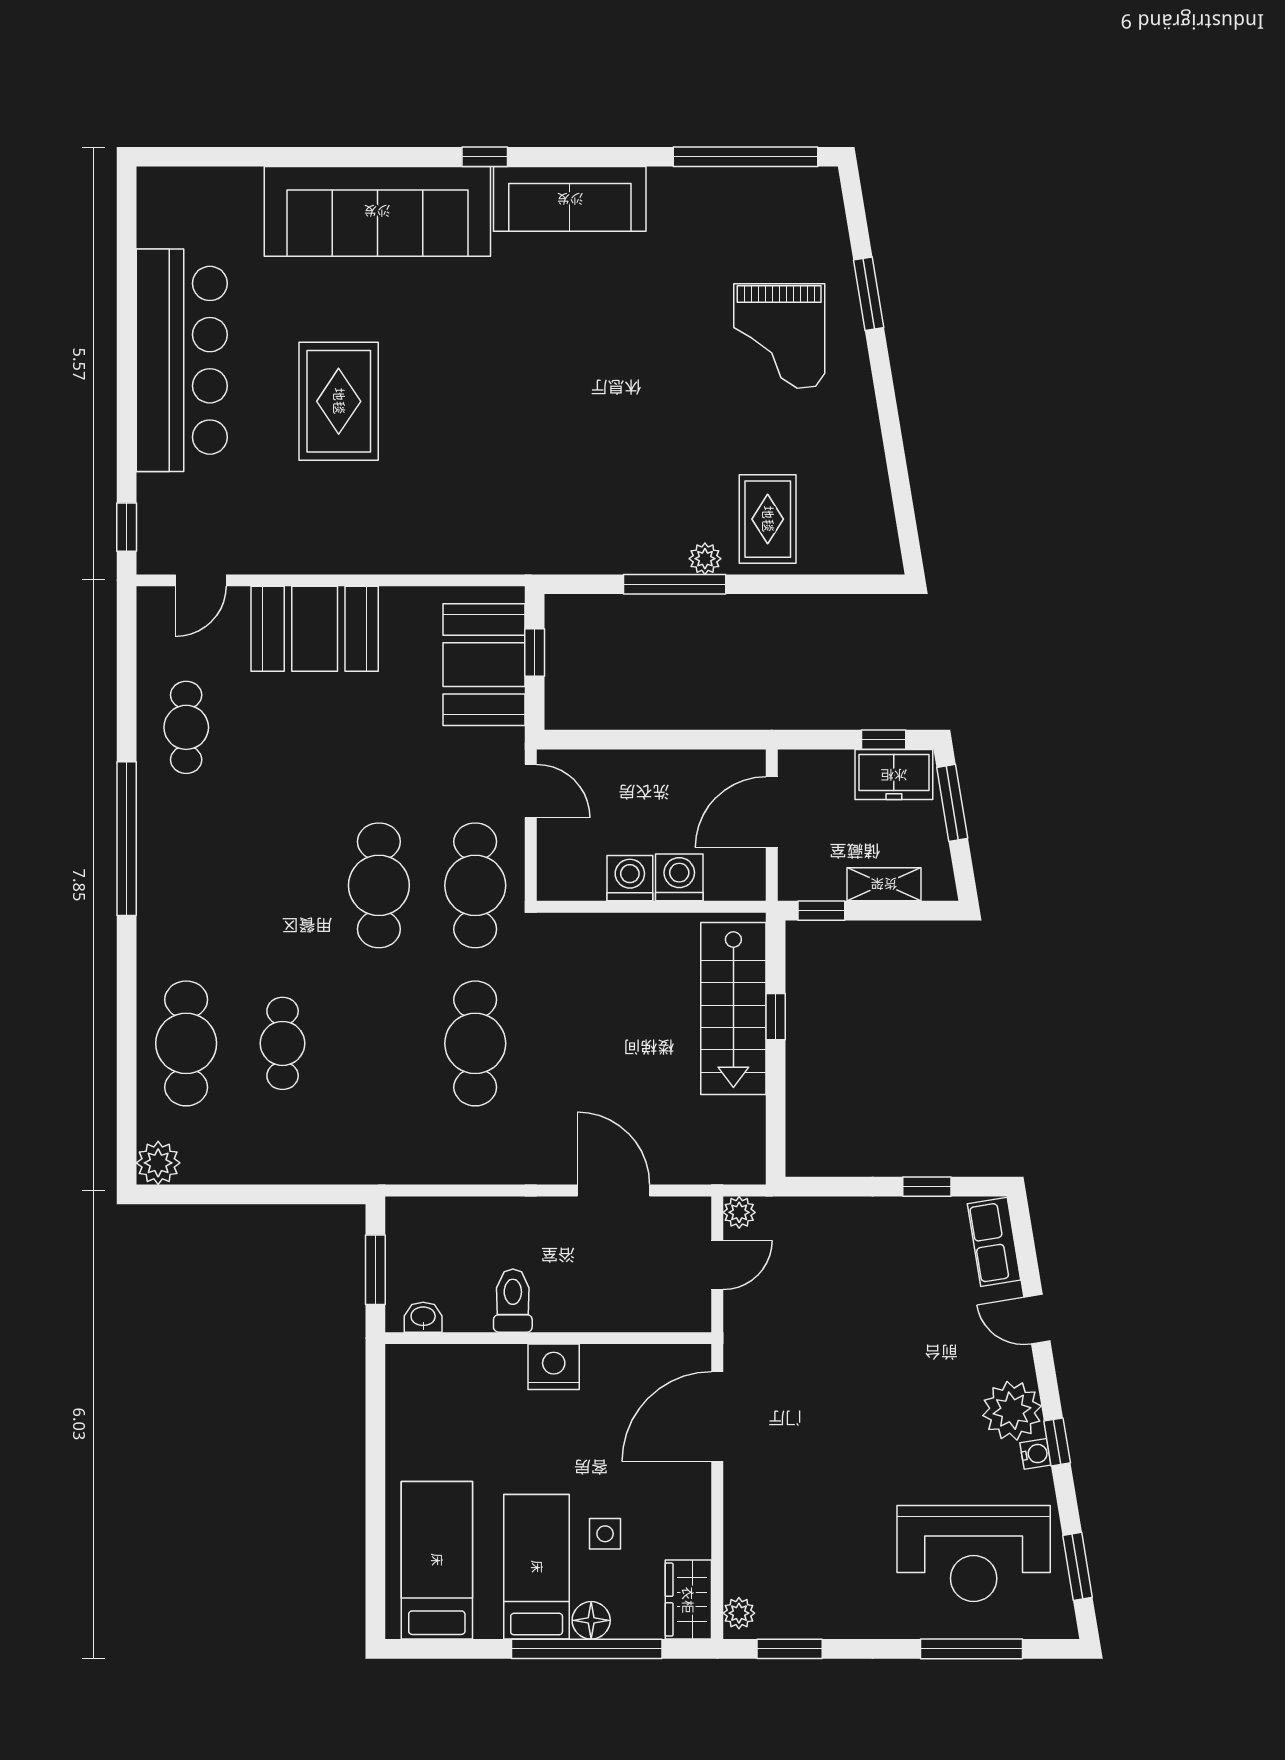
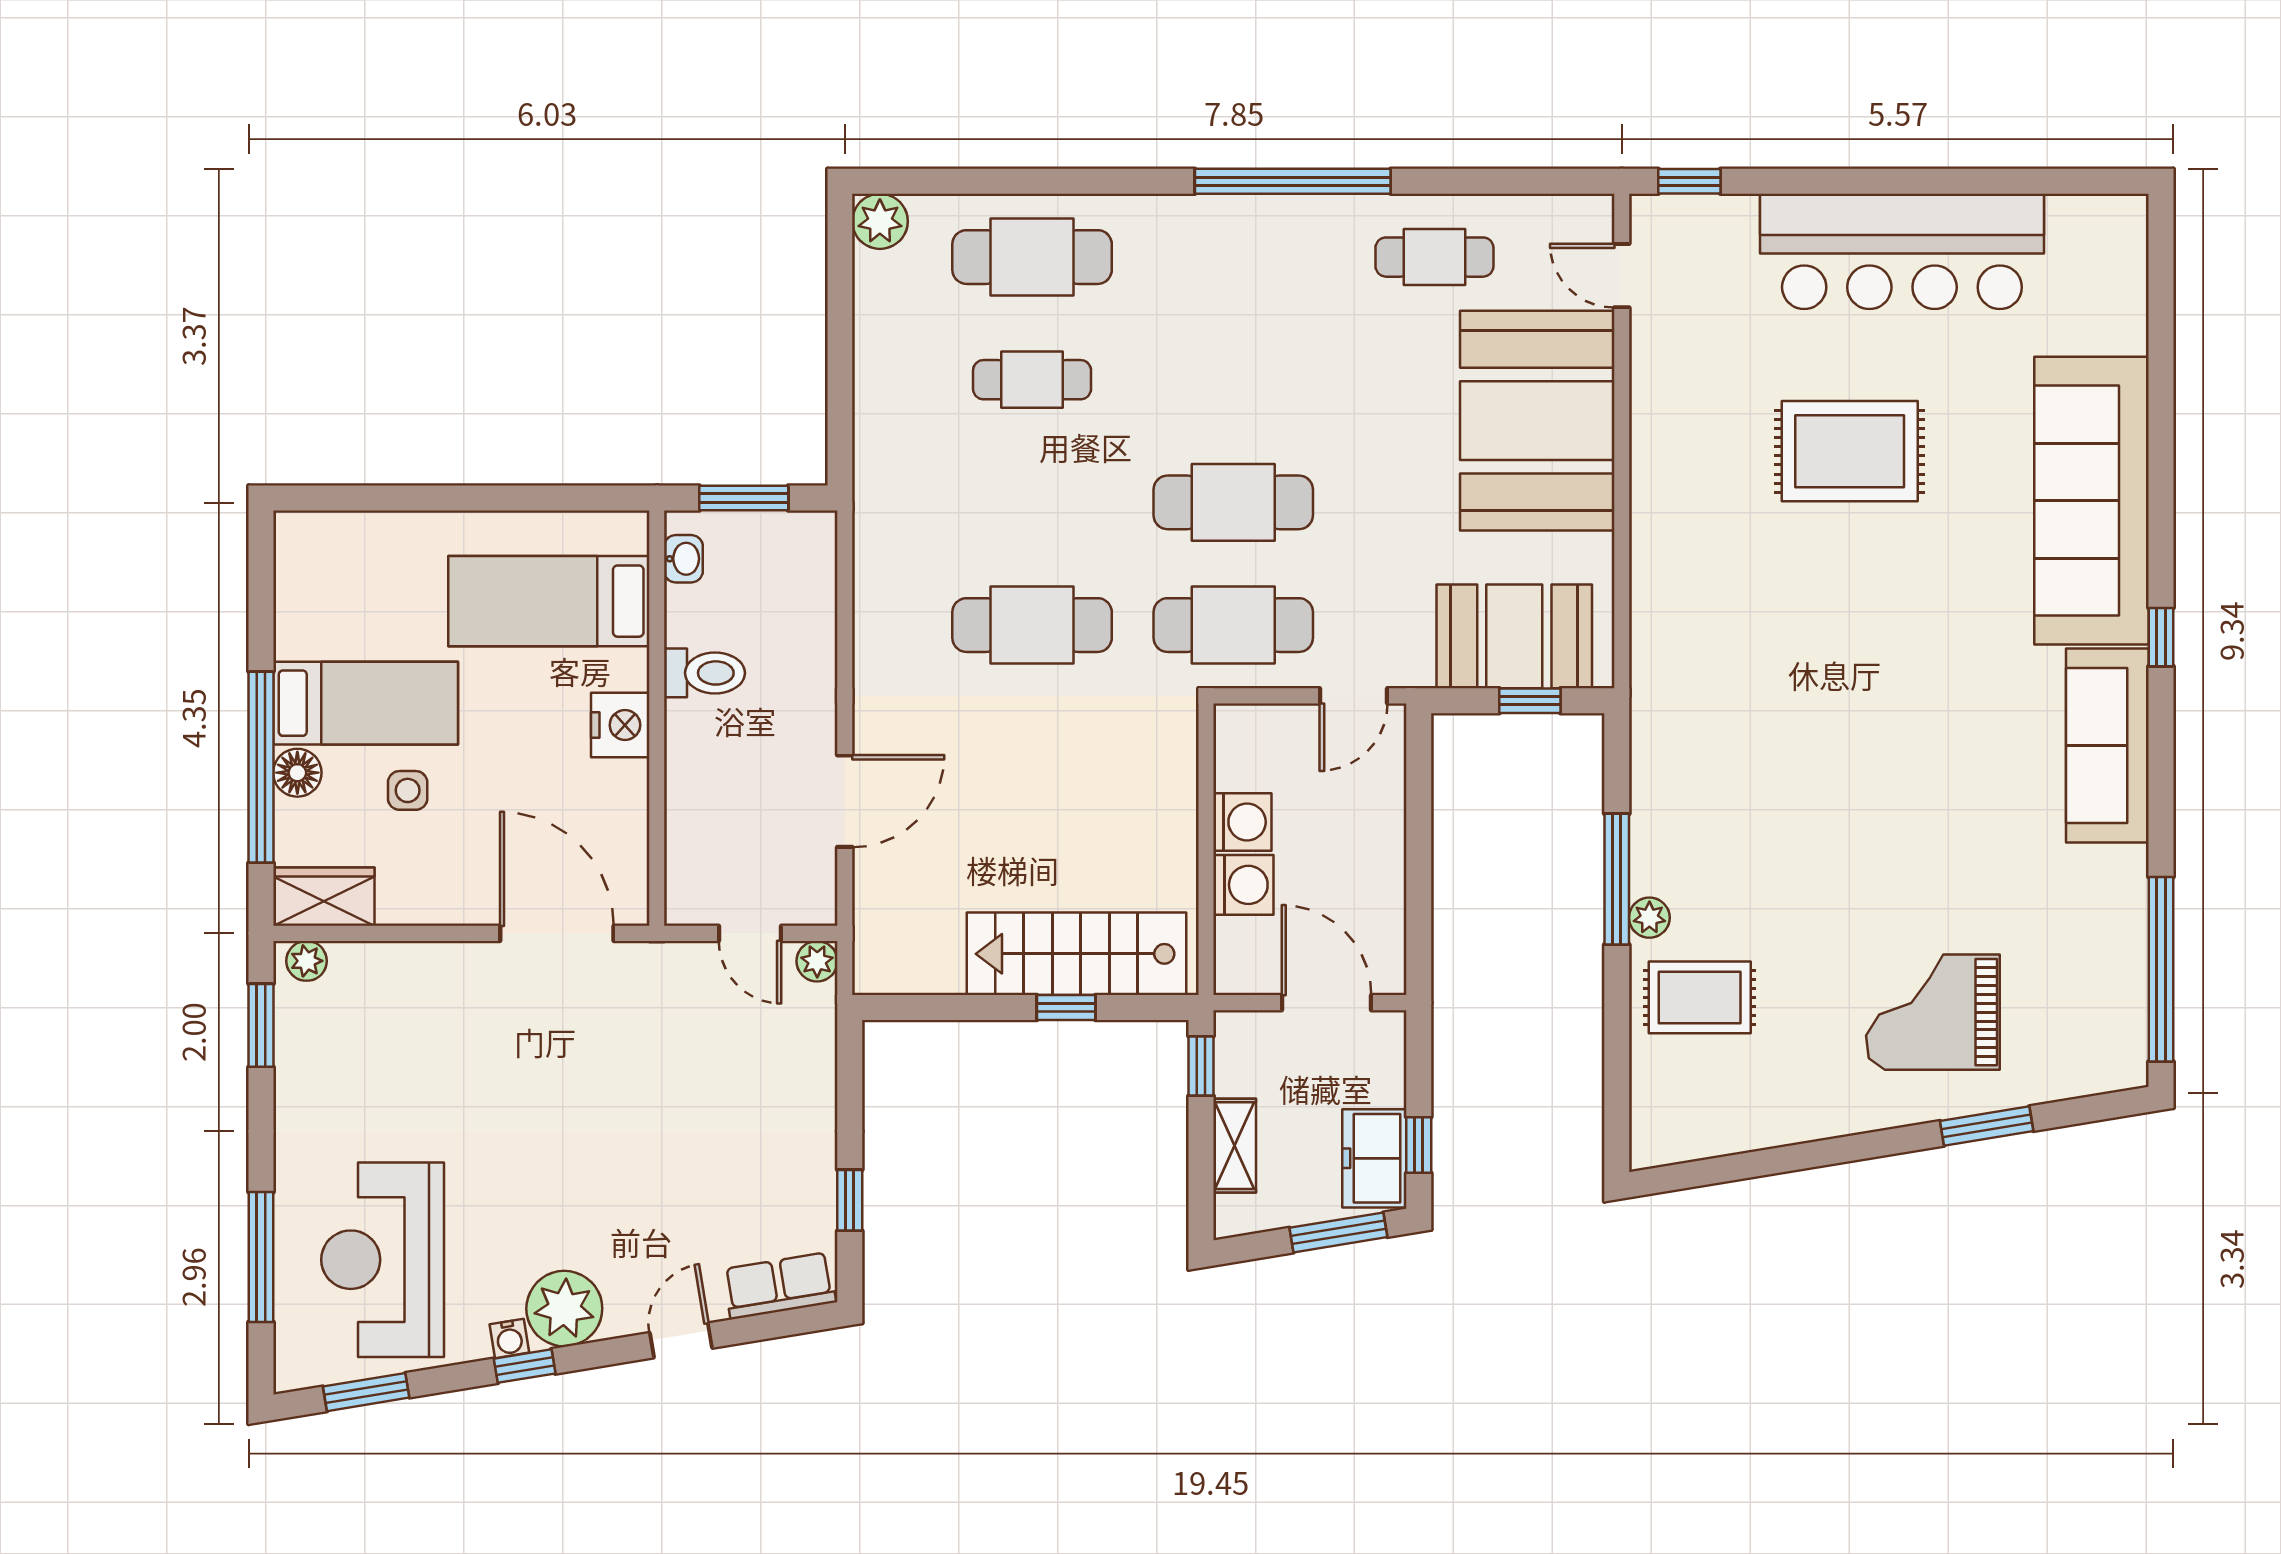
booth: (315, 629) -> (1537, 421), width x1.36, depth x1.42
bed: (437, 1560) -> (549, 601), moved, turned 180

